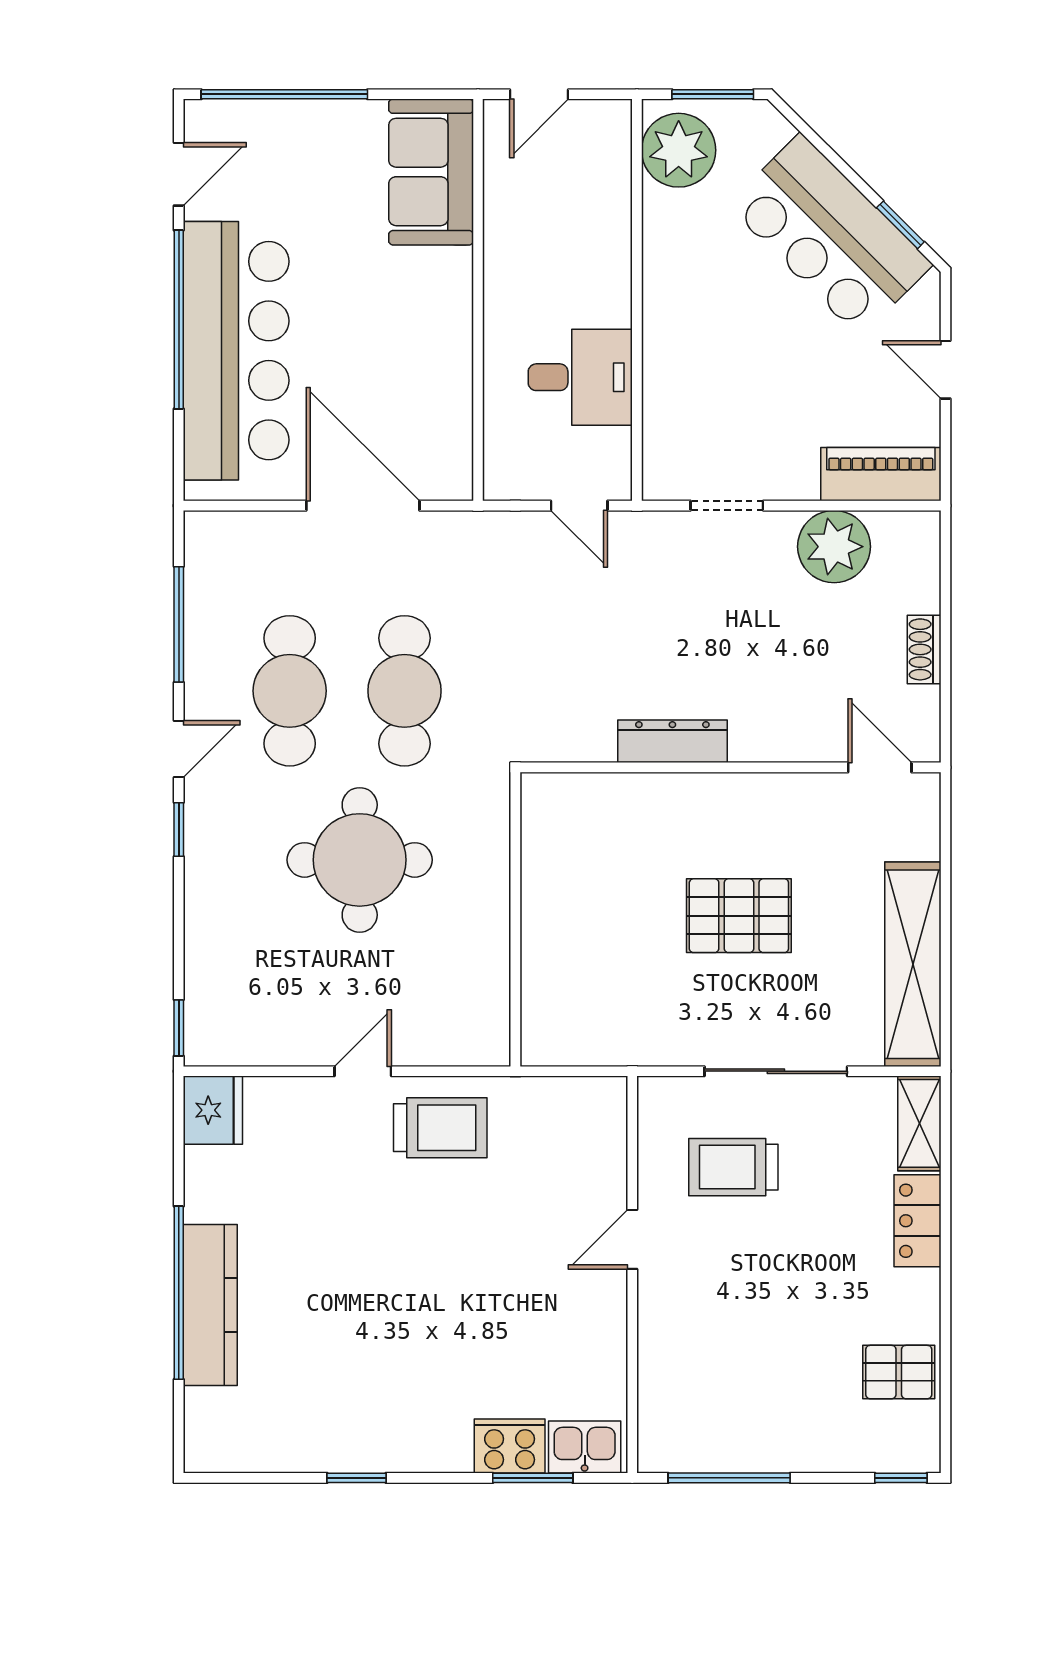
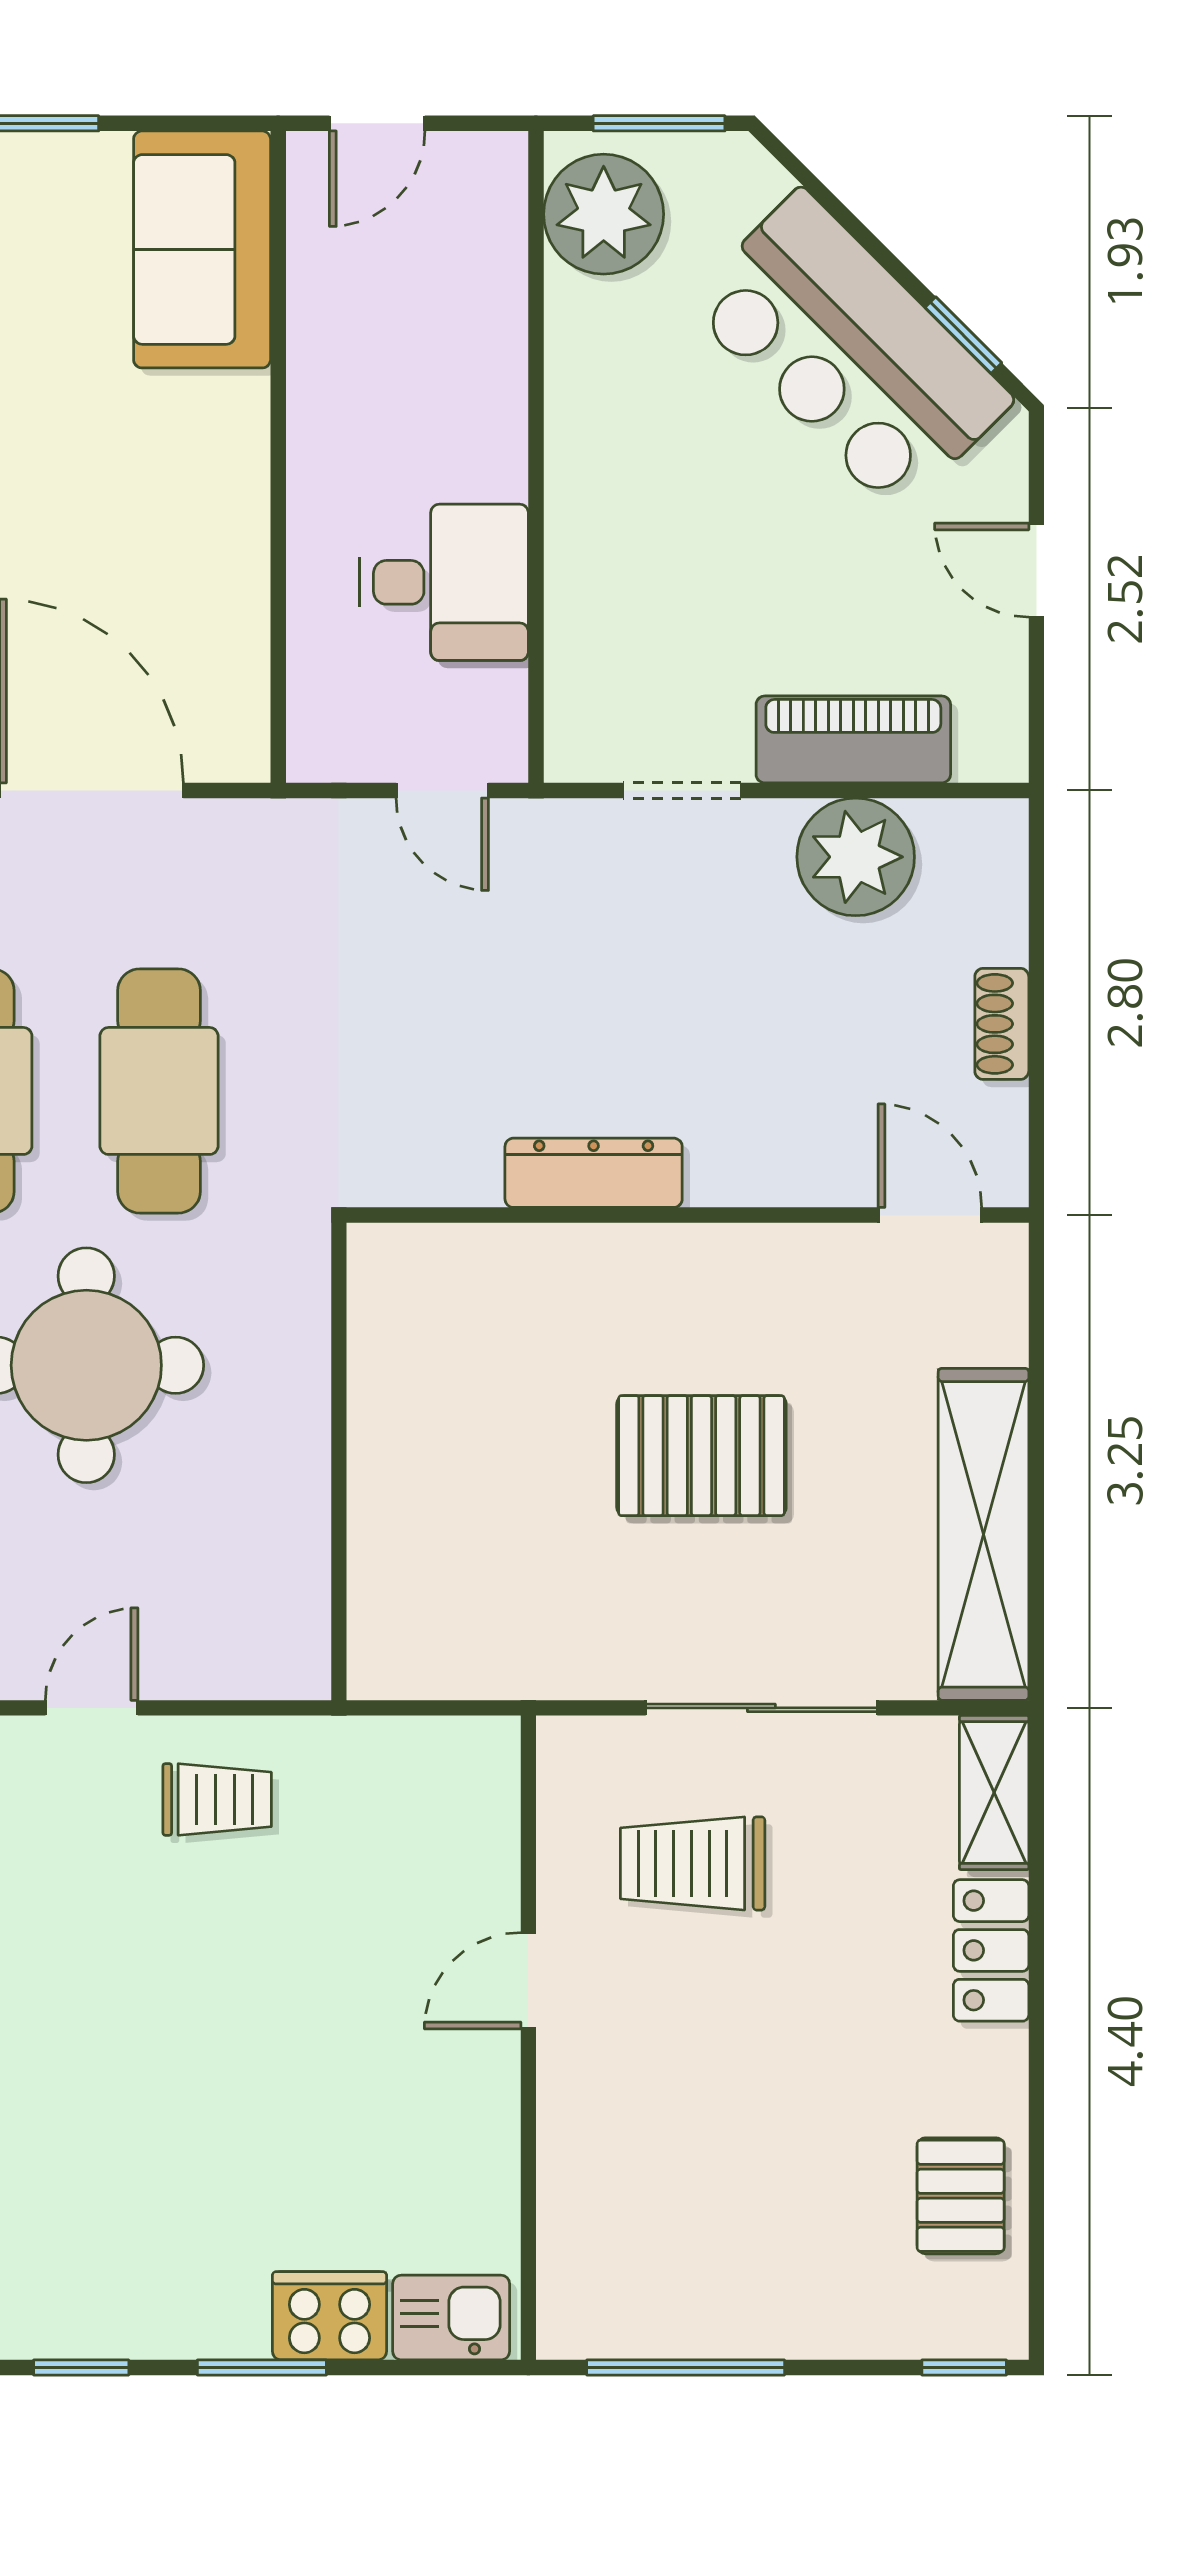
piano: (881, 474) -> (853, 739), moved
trolley: (440, 1128) -> (217, 1799), width x0.73, depth x0.72
pallet: (899, 1372) -> (961, 2196), turned 90
window: (533, 1478) -> (262, 2368), moved

